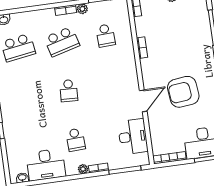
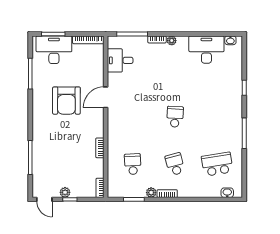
school desk: (62, 42) -> (175, 164), width x0.54
armchair: (183, 92) -> (66, 101), turned 96
desk: (133, 137) -> (120, 60), width x0.73
school desk: (75, 140) -> (175, 69), removed

